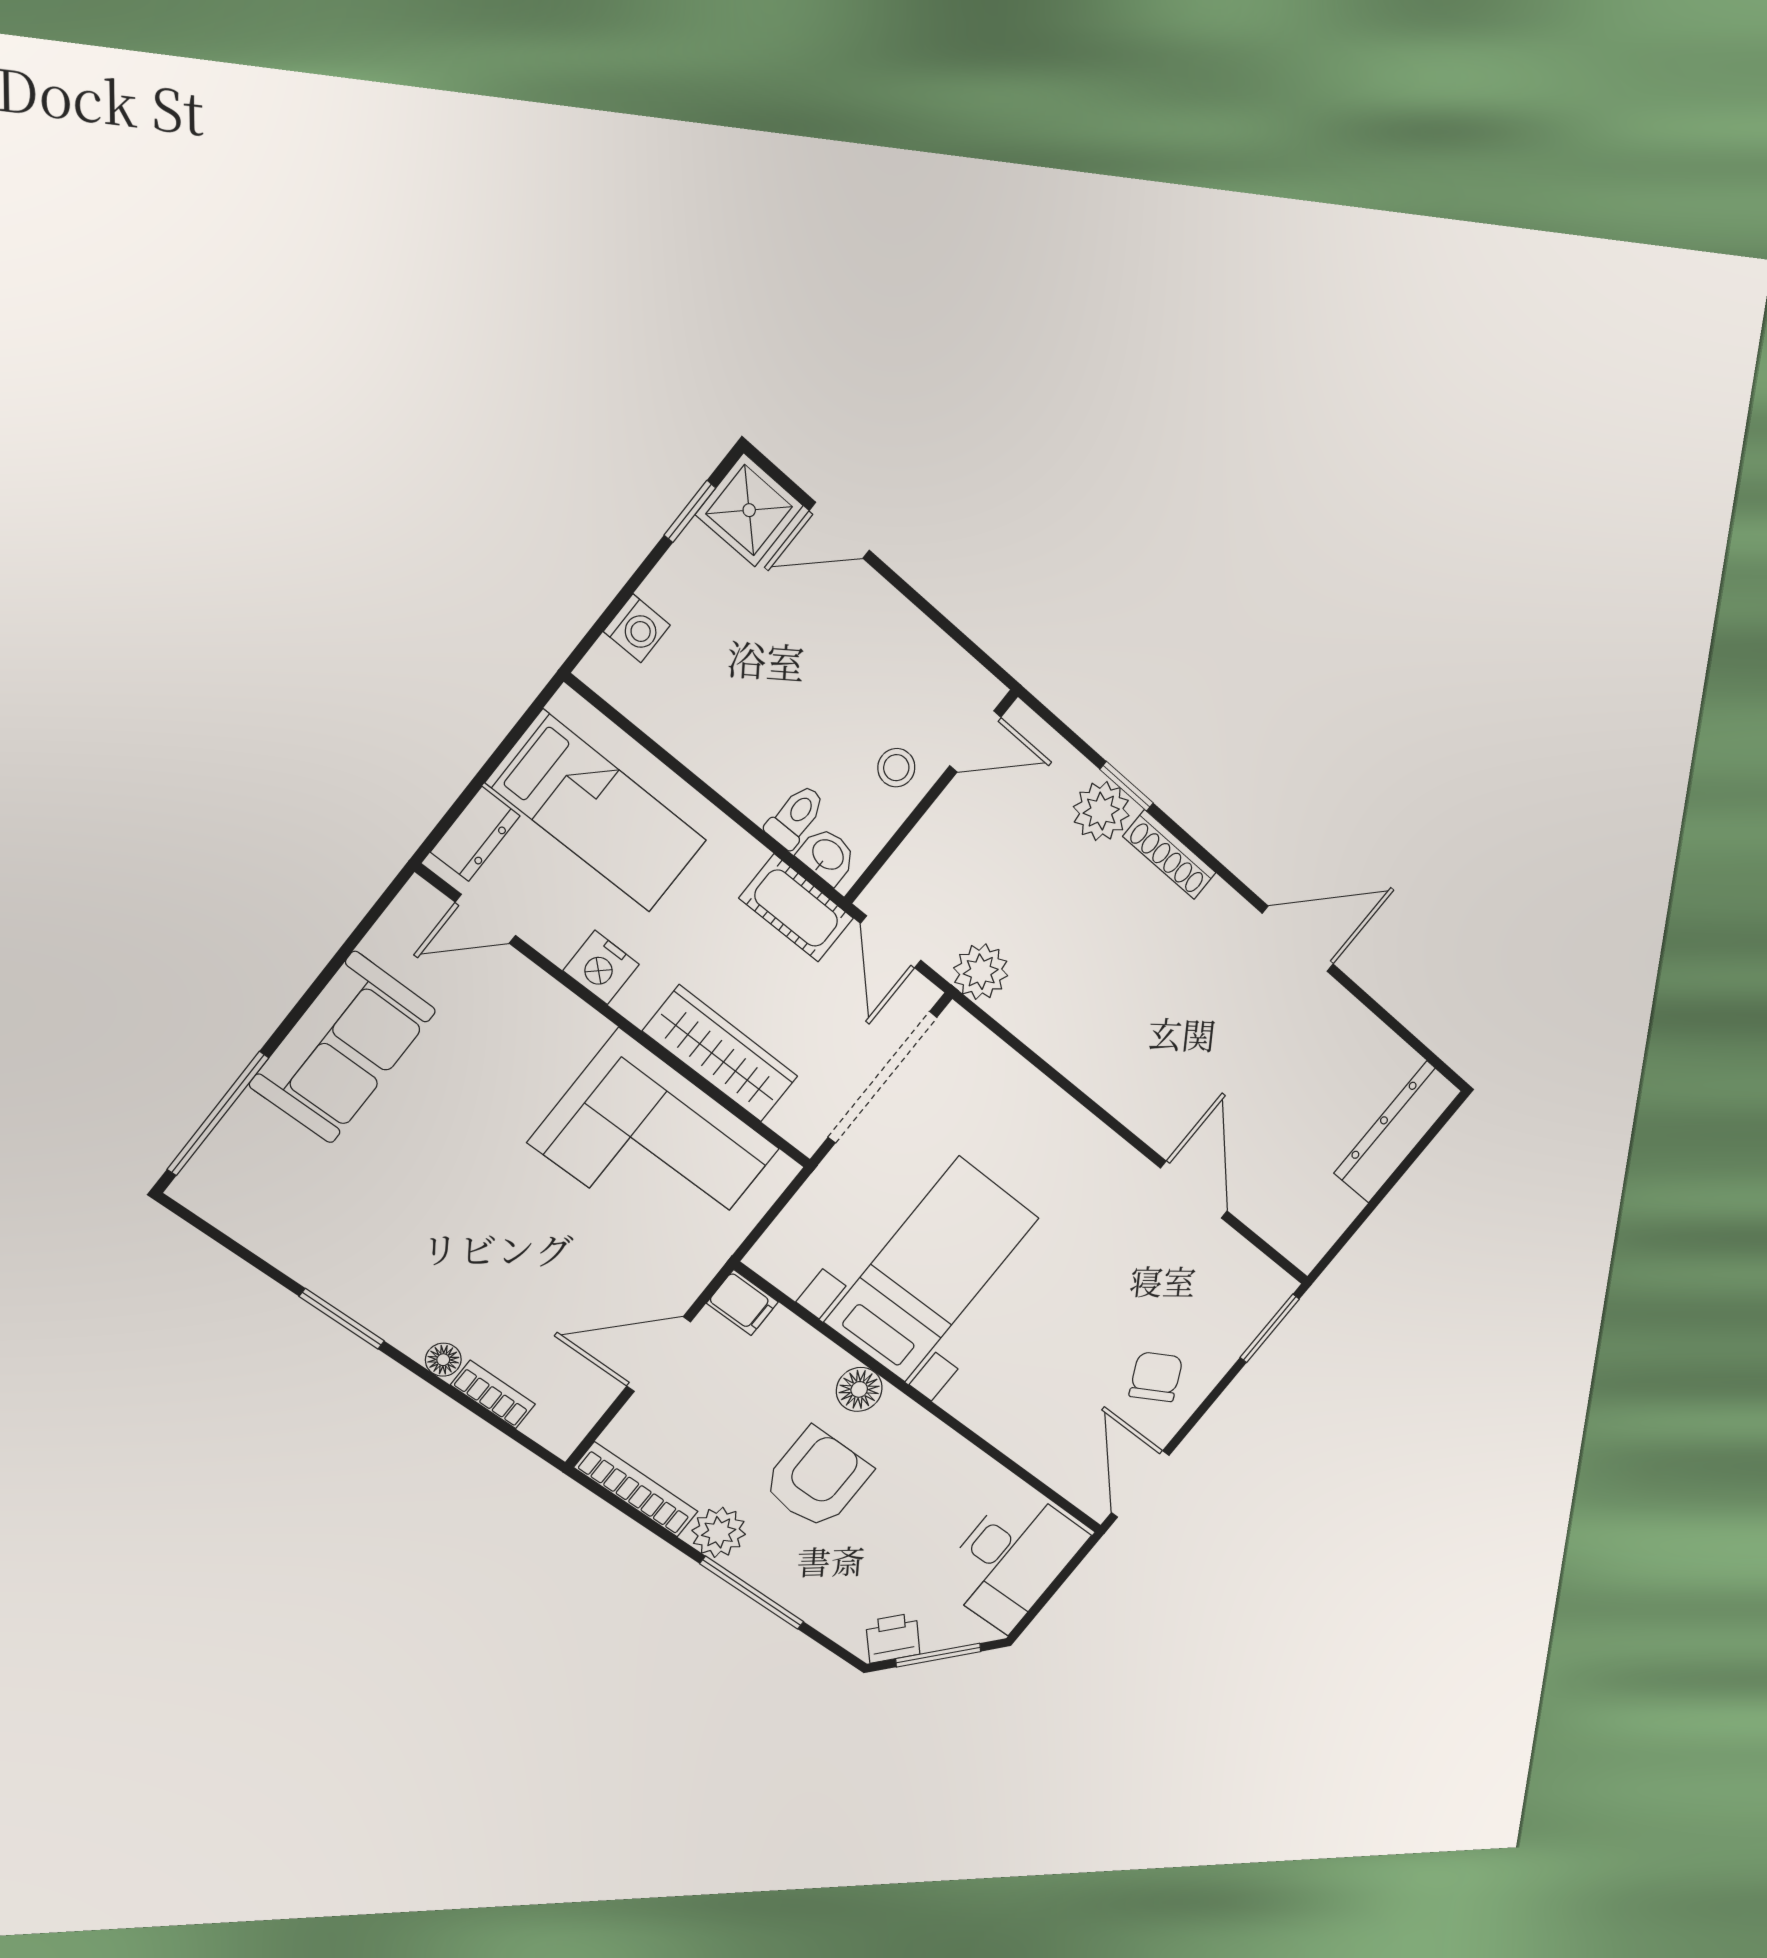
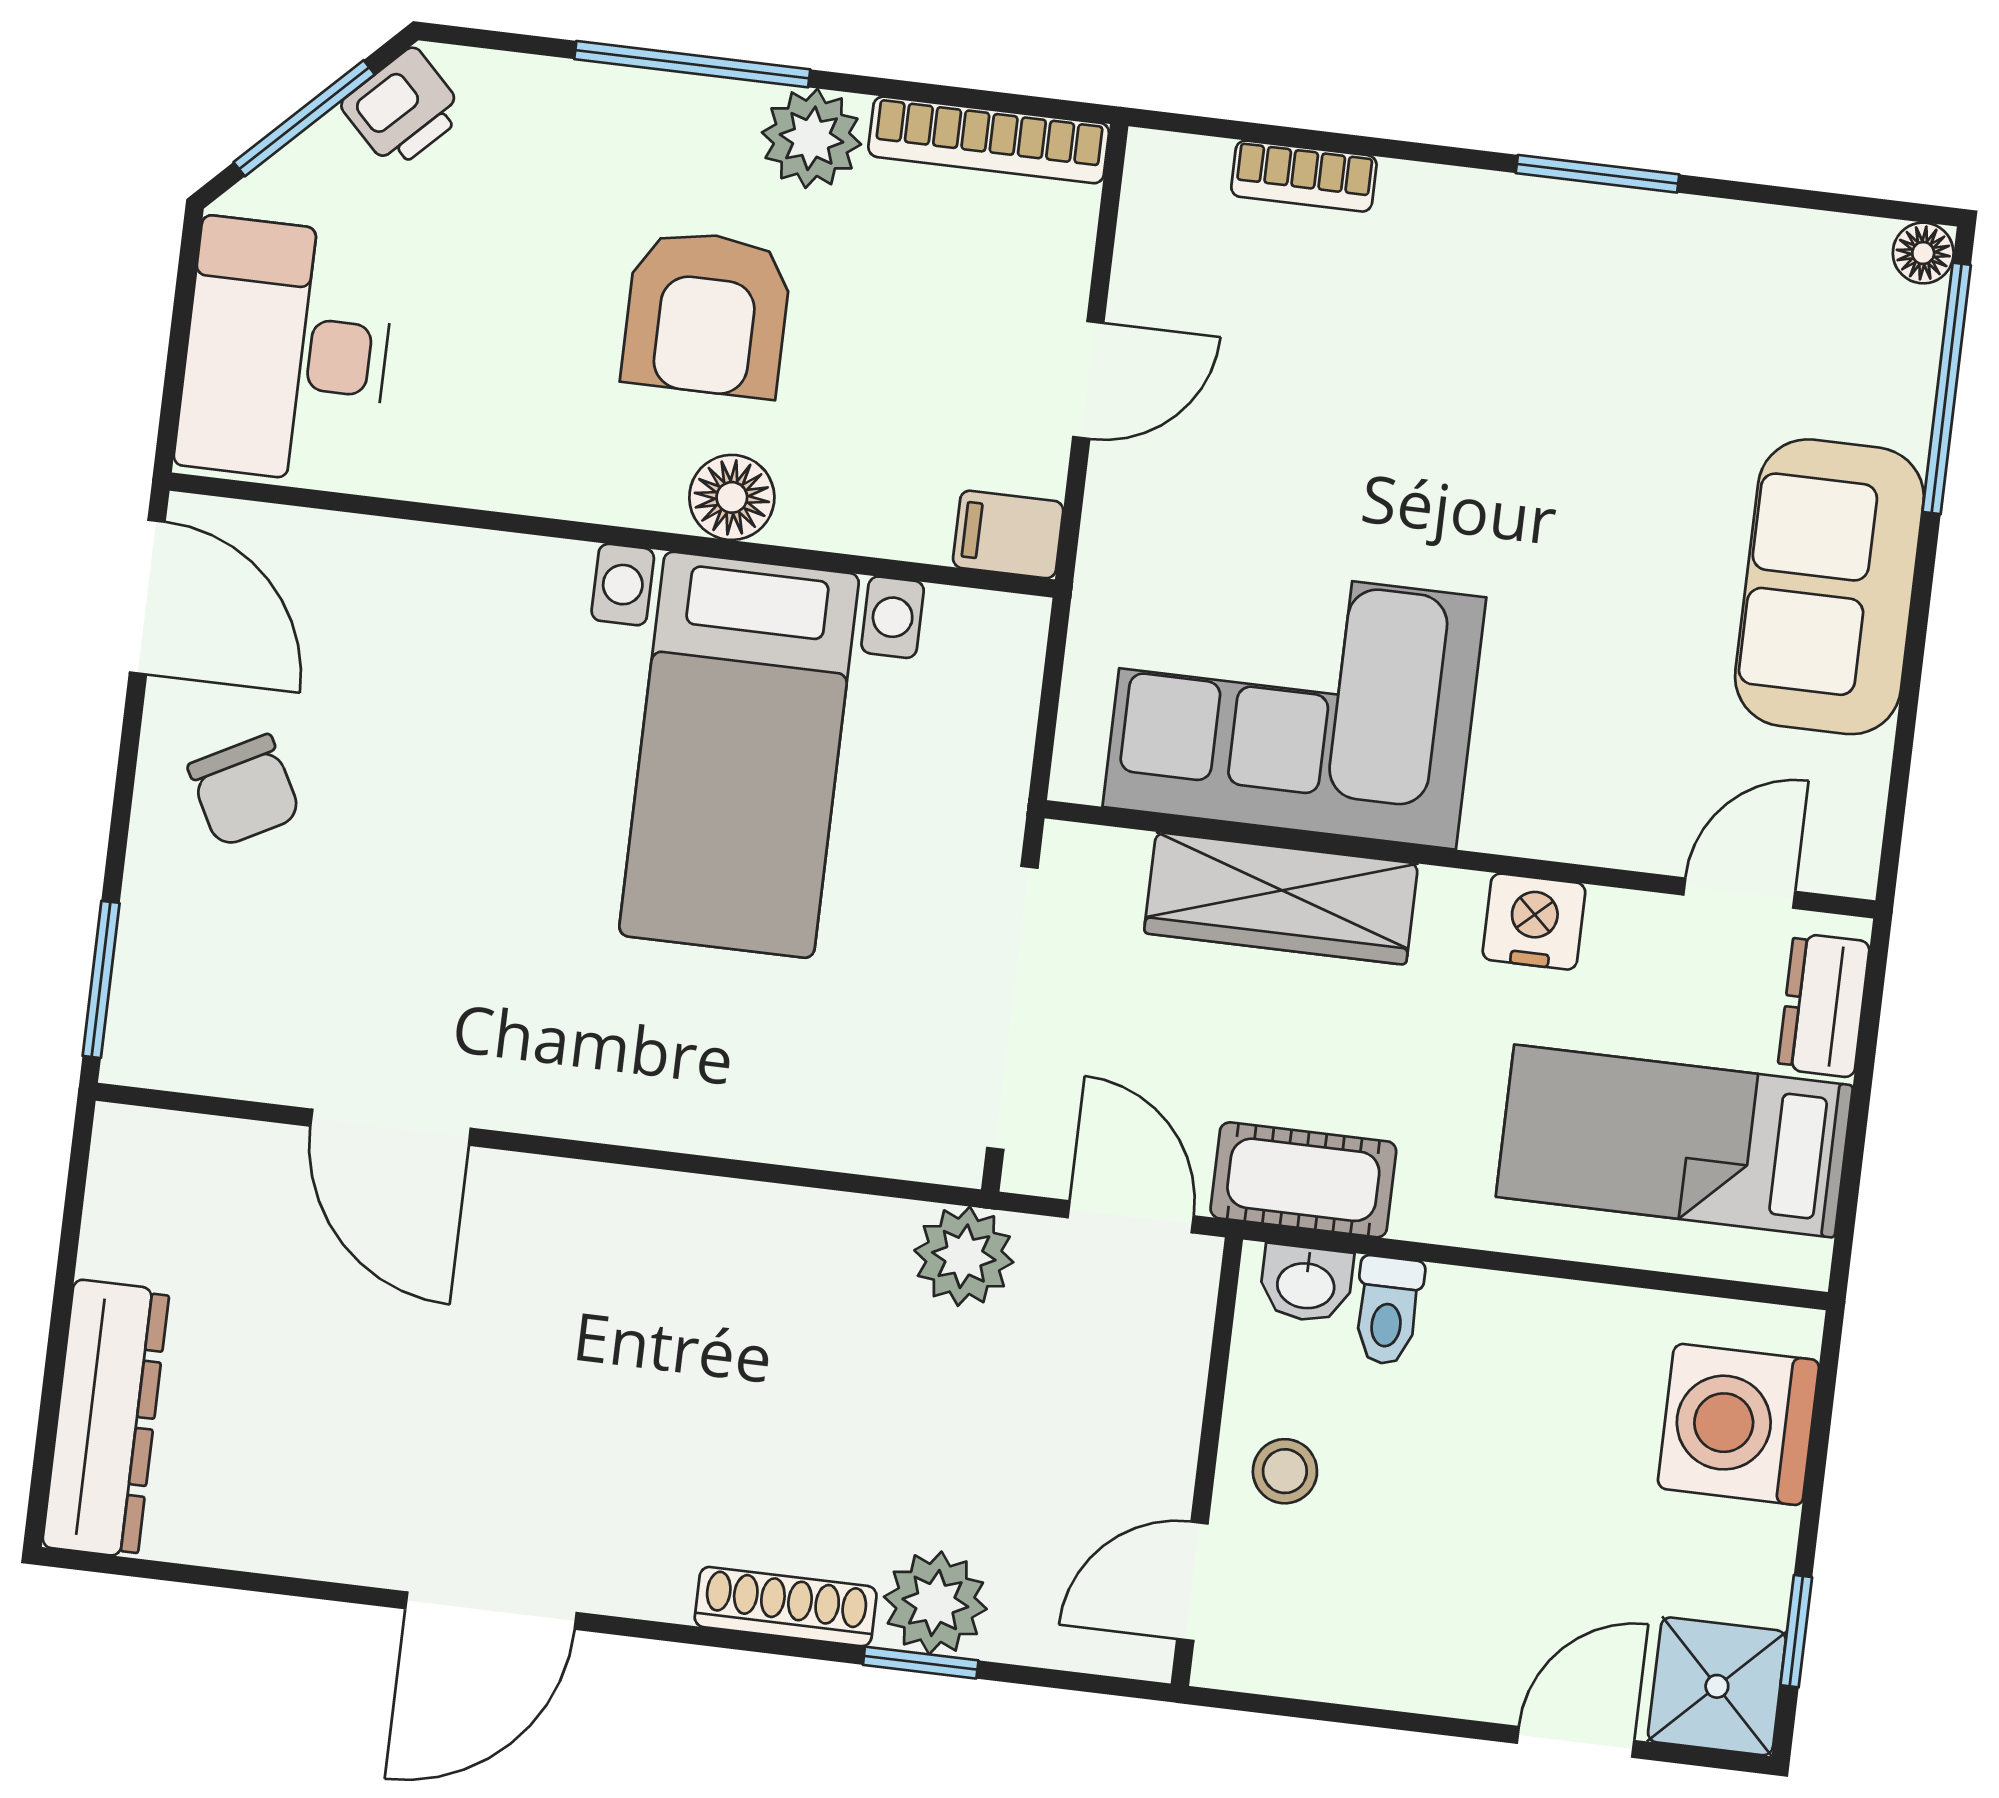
washing machine: (637, 628) -> (1738, 1424), width x1.89, depth x1.89
door: (659, 1354) -> (1088, 380), width x0.73
floor lamp: (443, 1360) -> (1923, 253), moved

